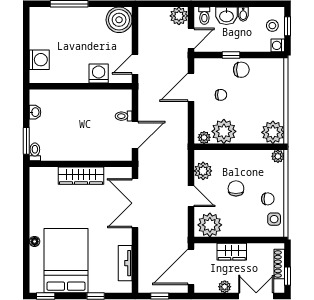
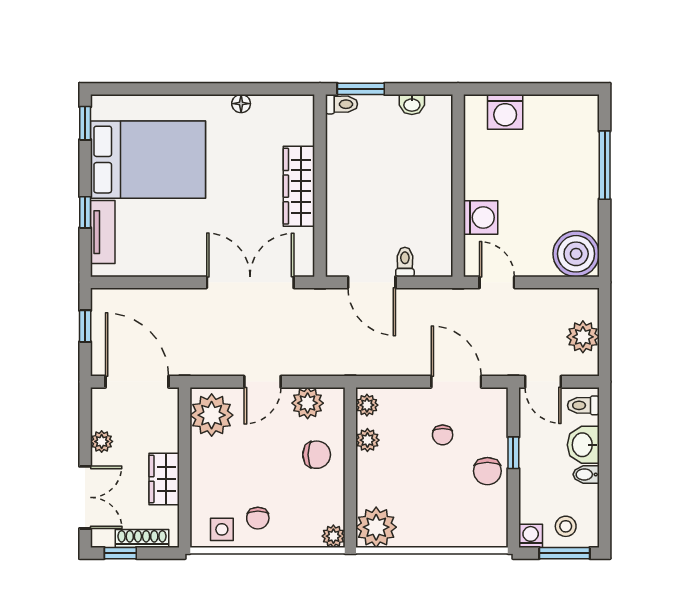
plant: (179, 16) -> (583, 337), moved
window: (287, 26) -> (564, 553), width x1.50
plant: (224, 131) -> (367, 440), width x0.53, depth x0.53
chair: (236, 188) -> (317, 455), moved
floor lamp: (35, 241) -> (241, 104), moved
wardrobe: (232, 252) -> (164, 479), moved
tv unit: (125, 263) -> (103, 232), moved, turned 90

